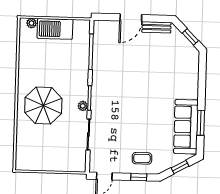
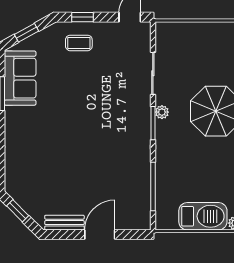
sofa: (186, 127) -> (20, 78), width x0.73

